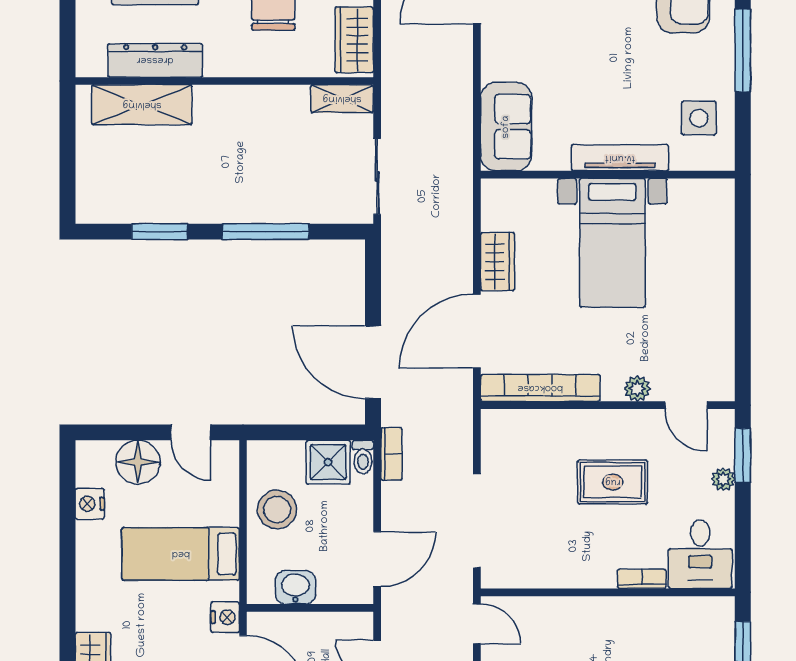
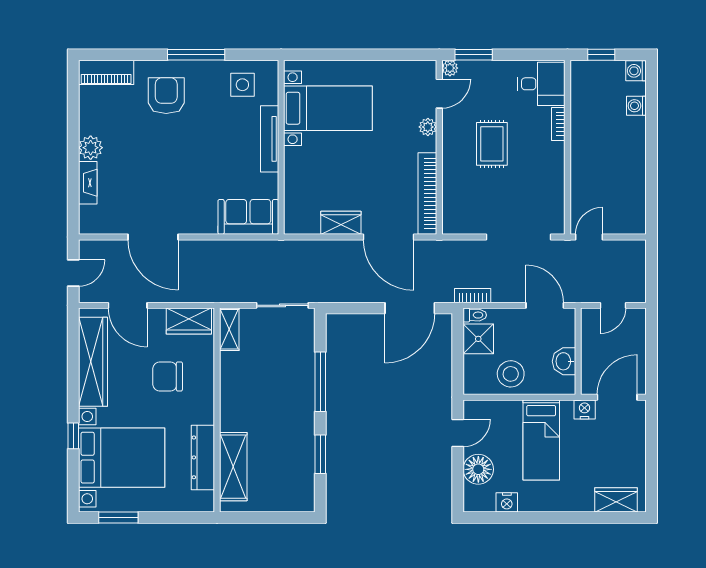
bed with nightstands: (612, 243) -> (328, 108), moved
plant: (723, 479) -> (450, 68), moved

